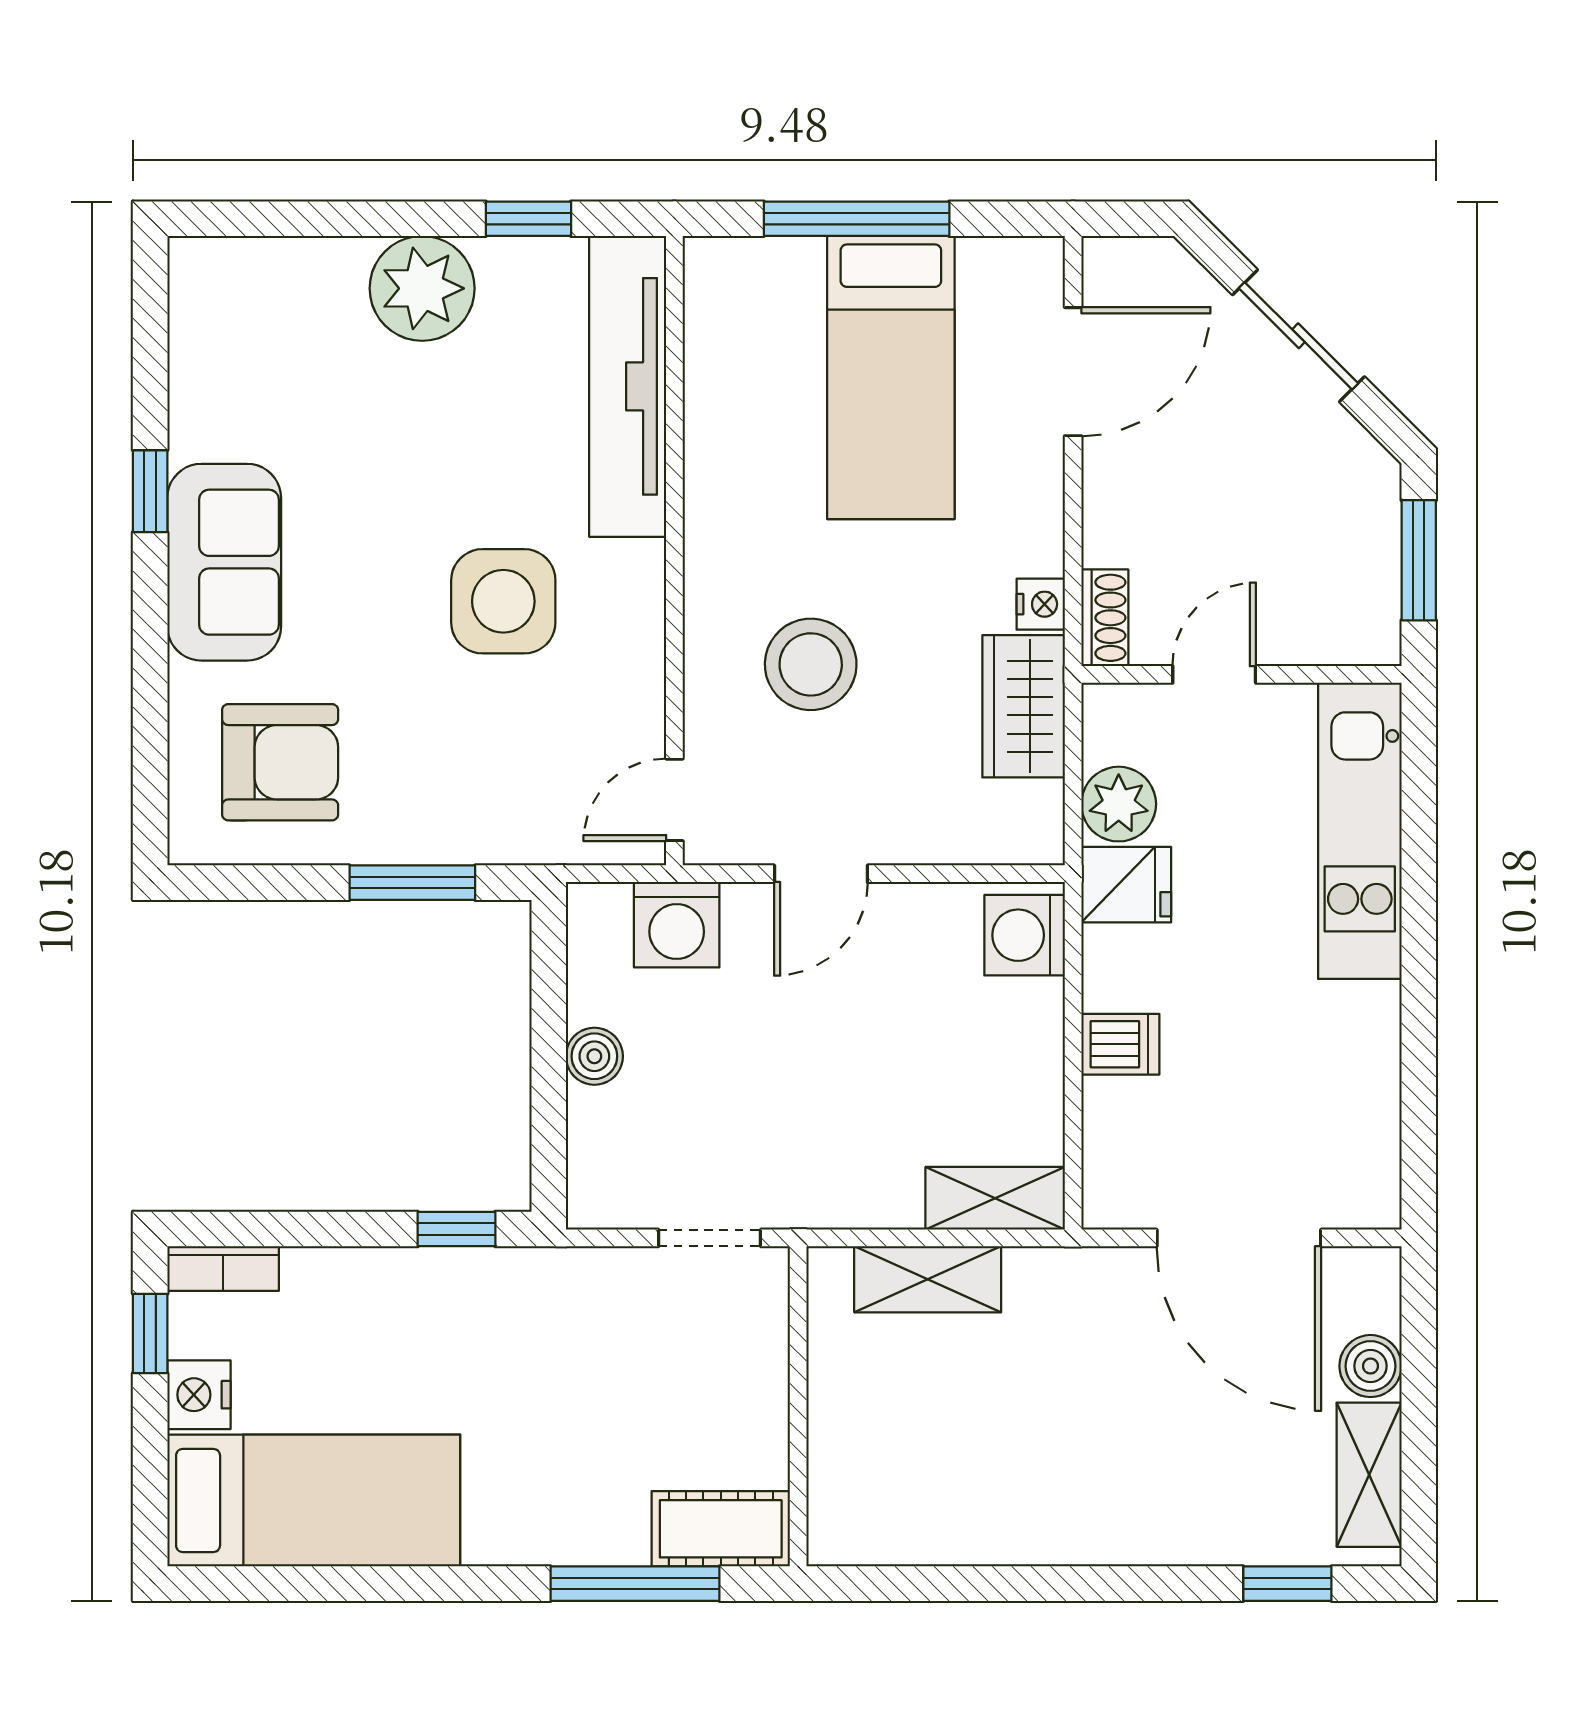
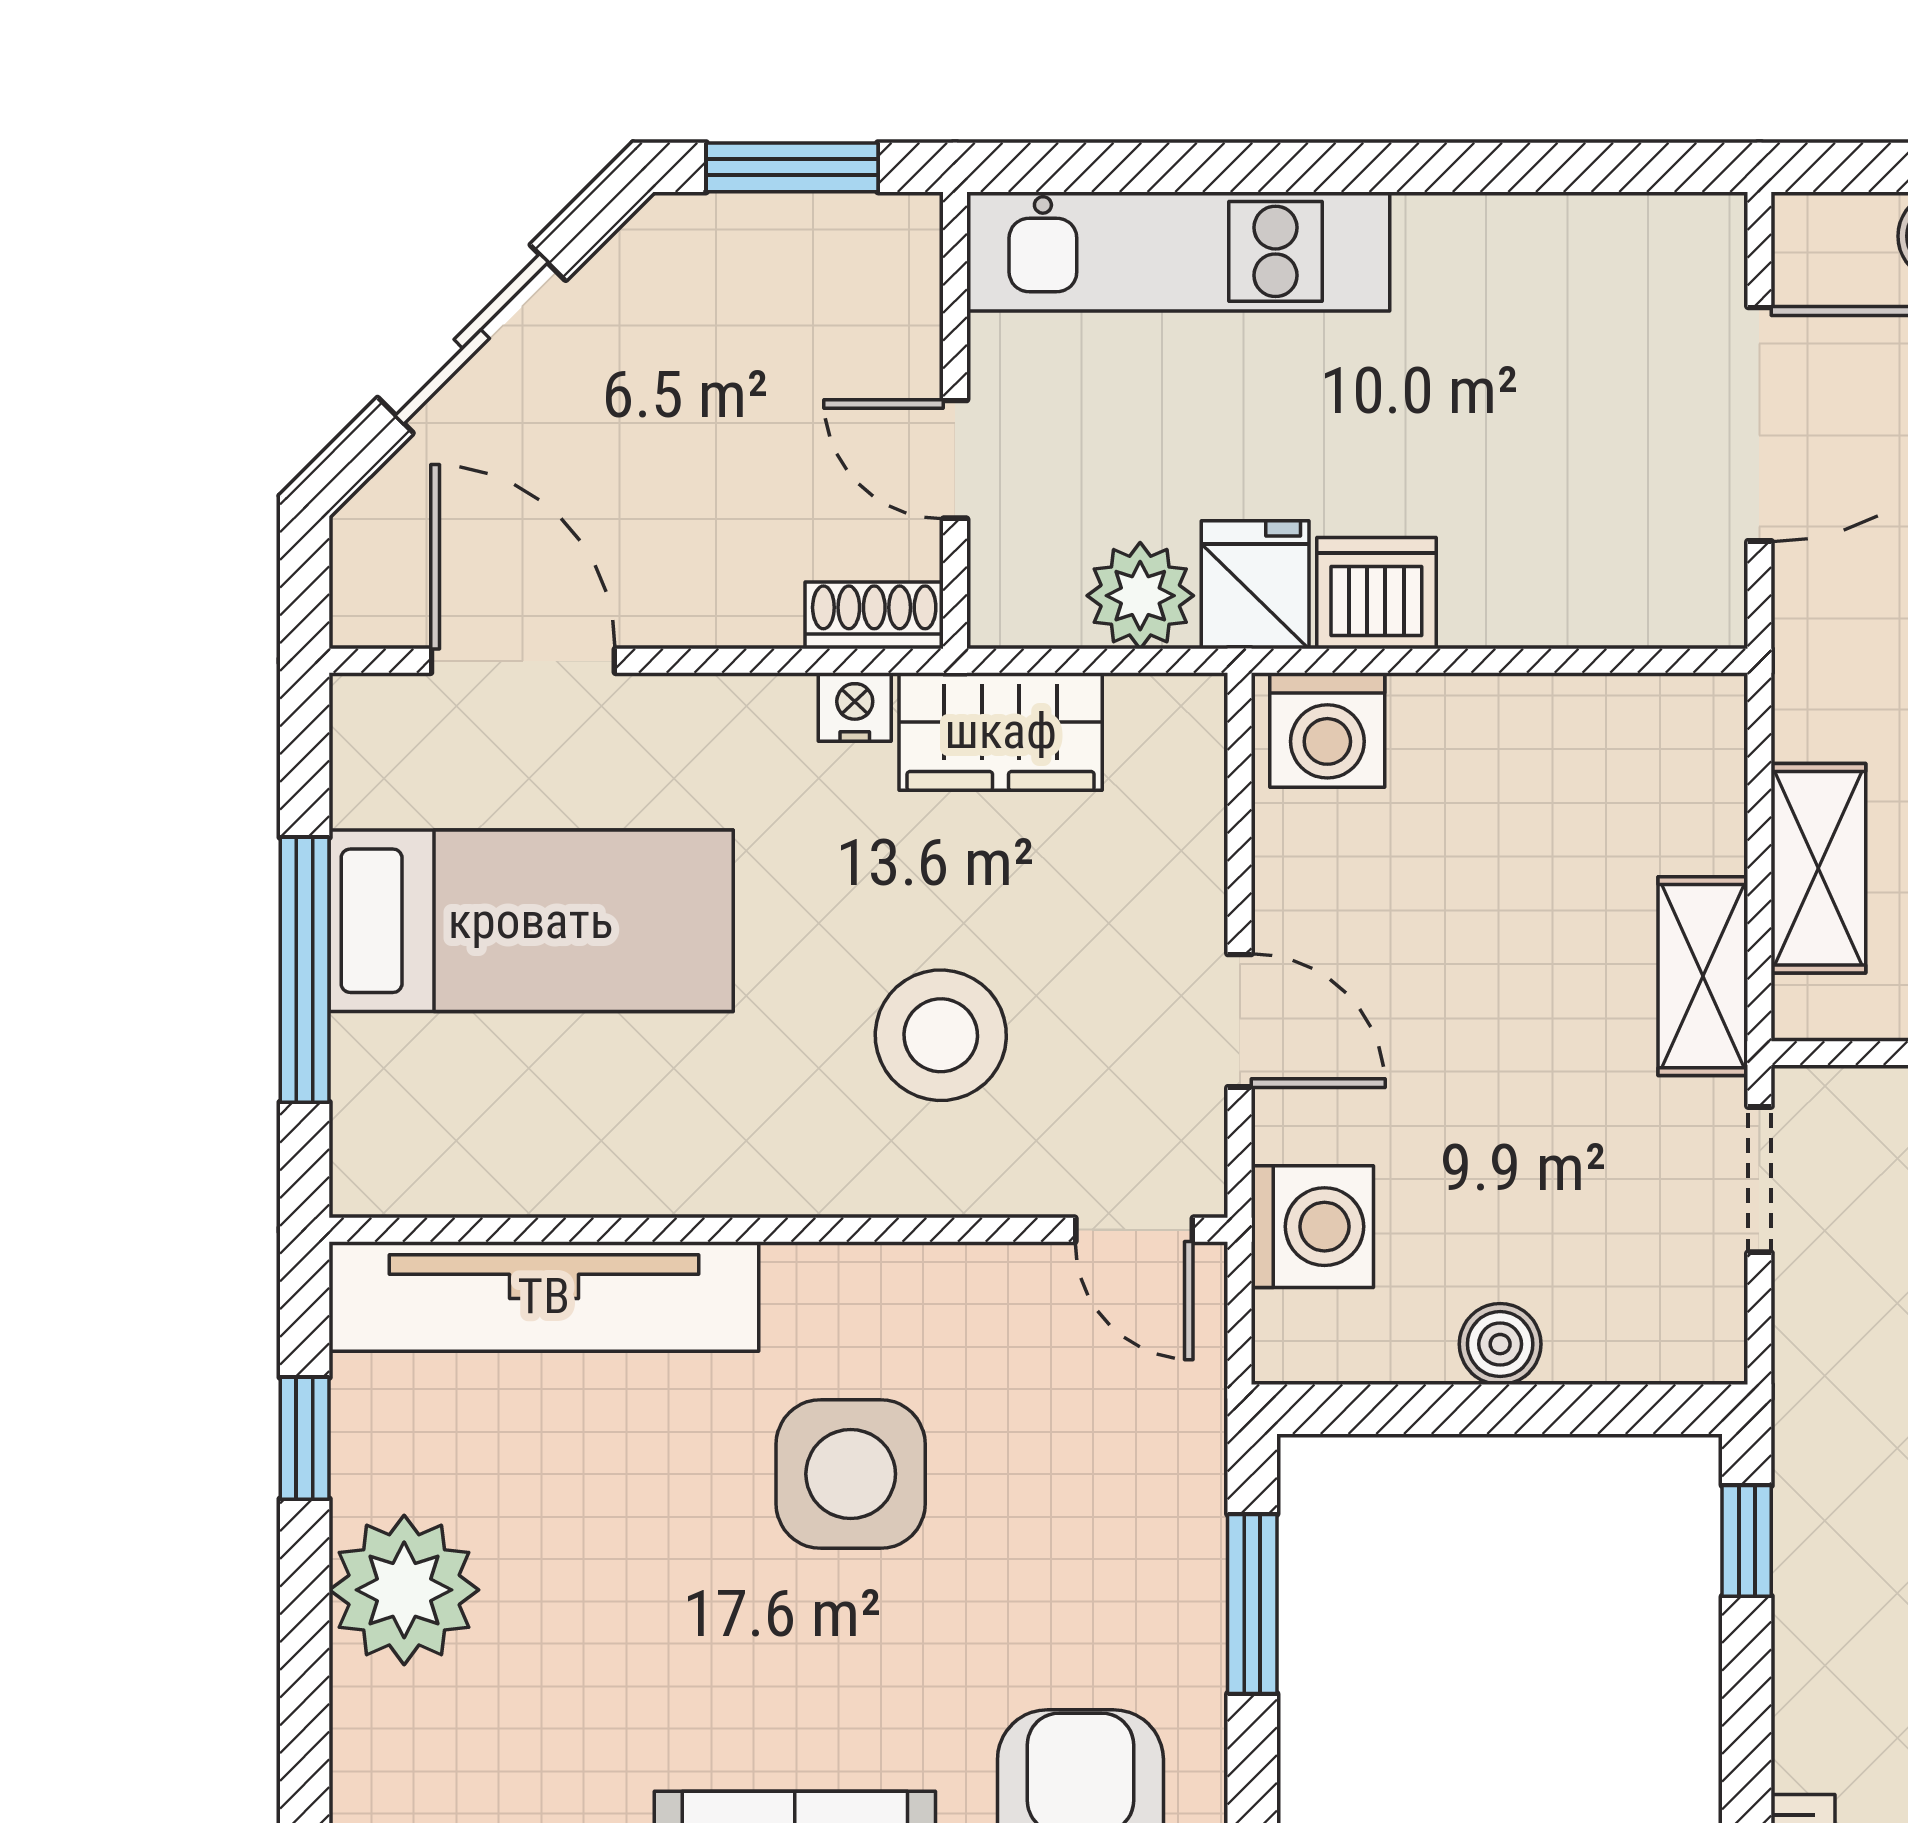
dishwasher: (1120, 1044) -> (1376, 593), moved, width x1.38
shelving: (995, 1198) -> (1703, 976), moved

